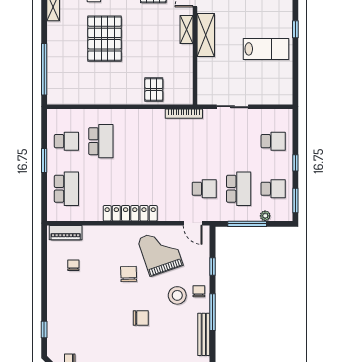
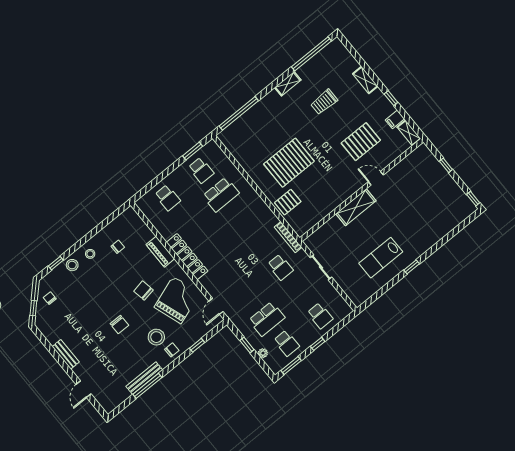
shelving: (187, 30) -> (349, 191), removed
pallet: (105, 39) -> (289, 163), moved
lab bench: (266, 49) -> (381, 258), turned 90
window: (44, 160) -> (193, 151), moved
school desk: (66, 189) -> (168, 198), width x0.54
school desk: (204, 189) -> (280, 267), moved
window: (247, 224) -> (247, 345), width x0.46
piano: (66, 233) -> (160, 252), moved
chair: (129, 274) -> (143, 291), turned -98
stool: (60, 294) -> (90, 254), added
window: (213, 312) -> (147, 386), moved
stool: (57, 317) -> (72, 265), added

